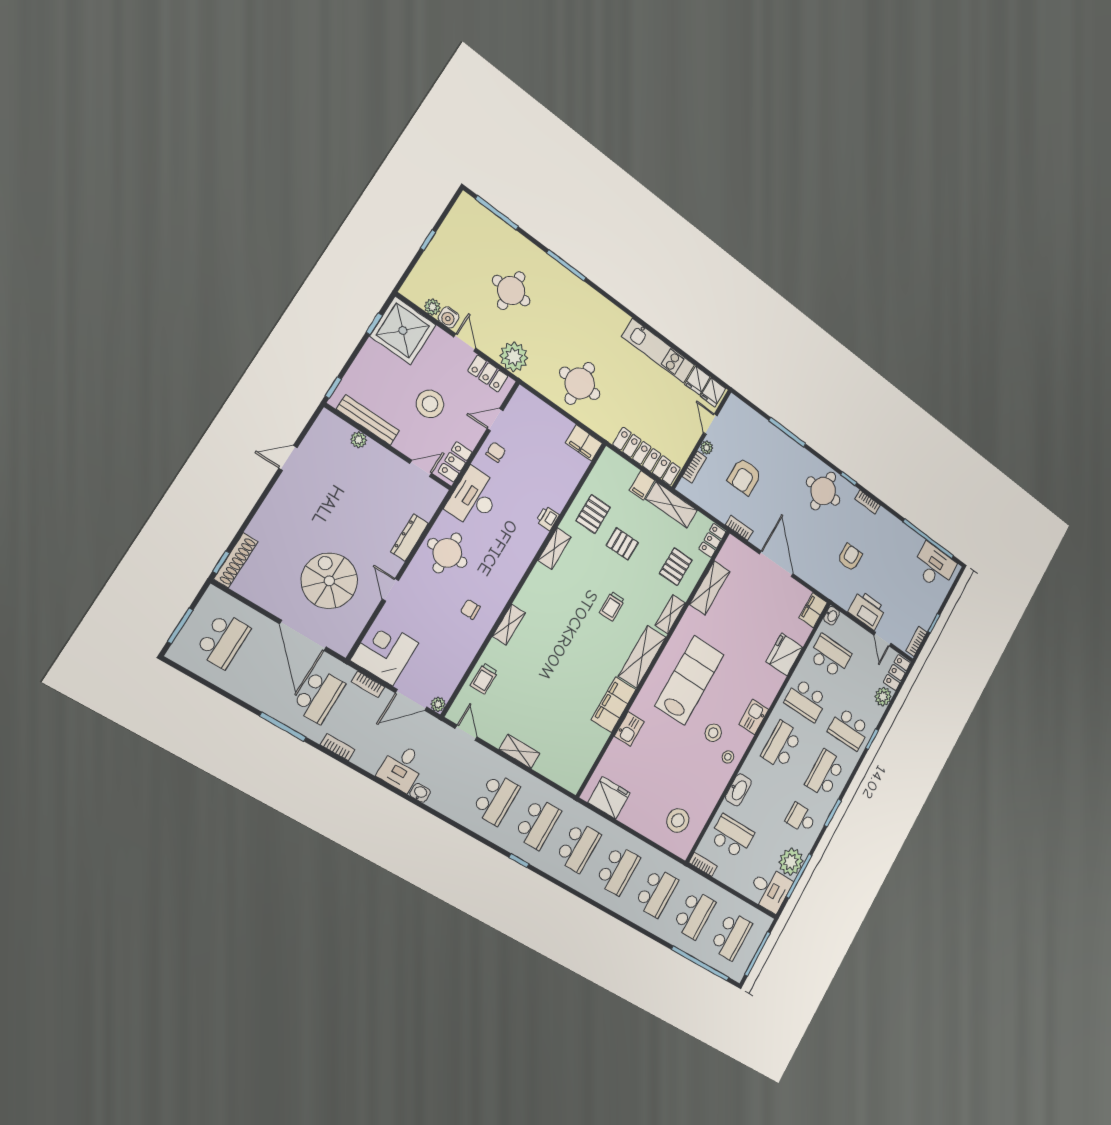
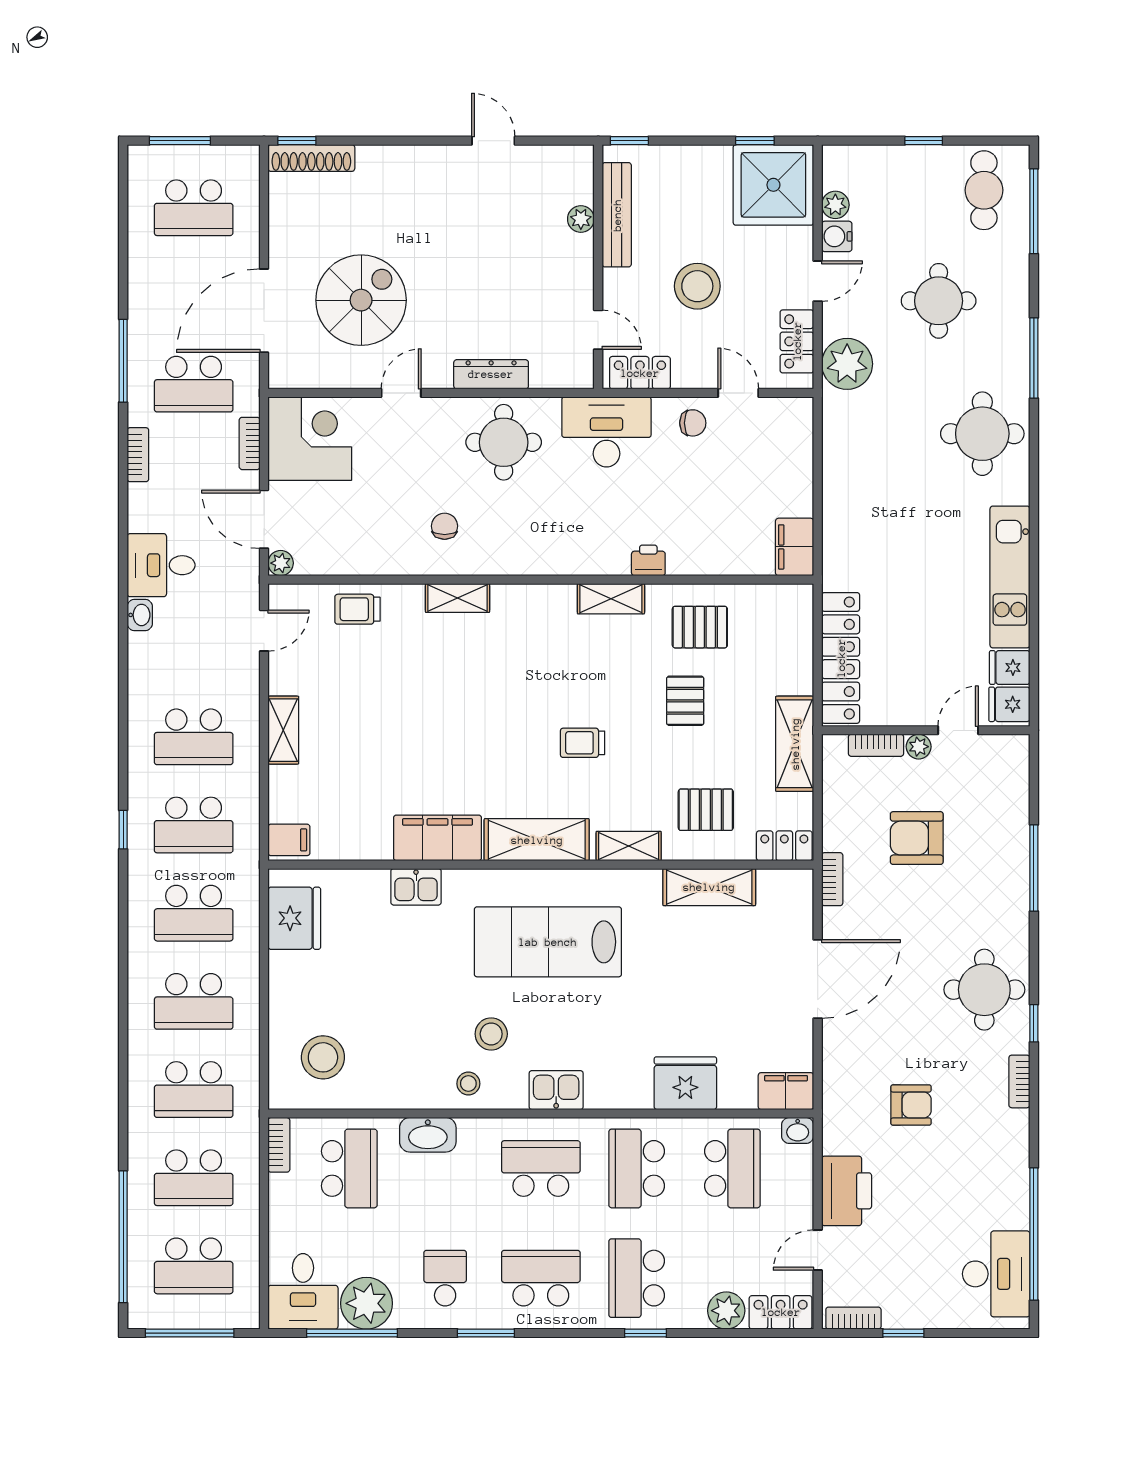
cafe table: (471, 229) -> (984, 190), added
round table: (580, 383) -> (982, 434), moved
filing cabinet: (642, 485) -> (289, 840), moved, turned 180
lab bench: (689, 680) -> (548, 942), turned 180

